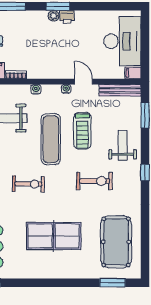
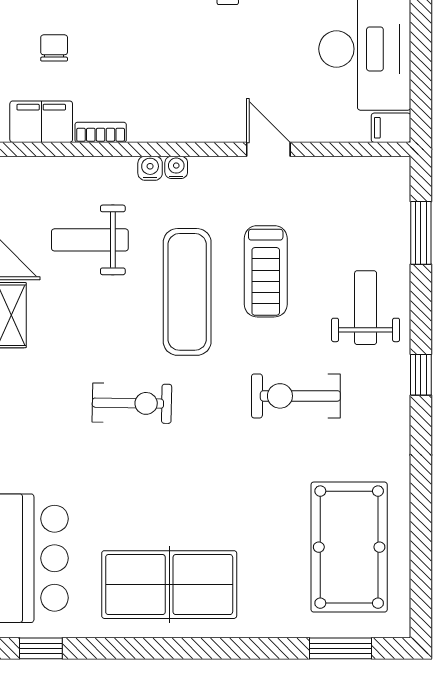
water cooler: (66, 89) -> (176, 167), moved
bench: (120, 90) -> (359, 171), removed
exercise bike: (95, 181) -> (296, 396), turned 180
table tennis table: (54, 236) -> (169, 585), moved

